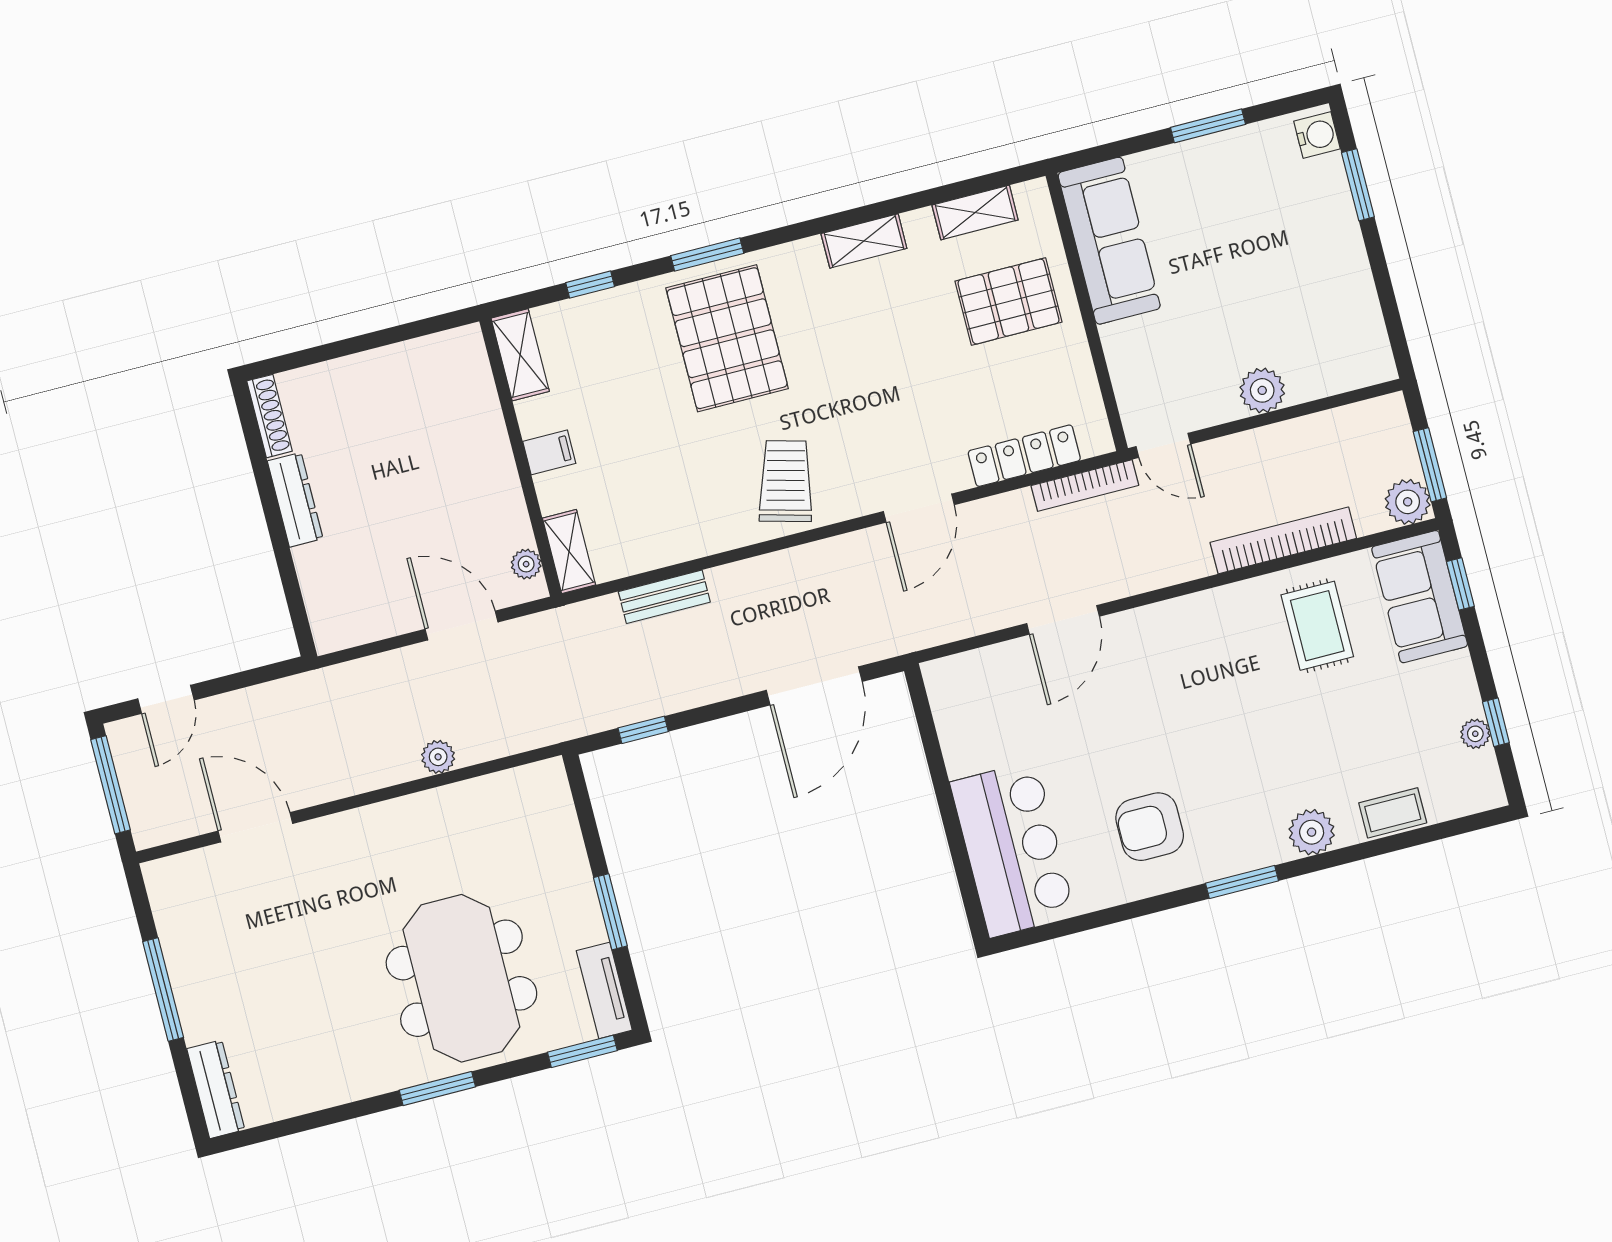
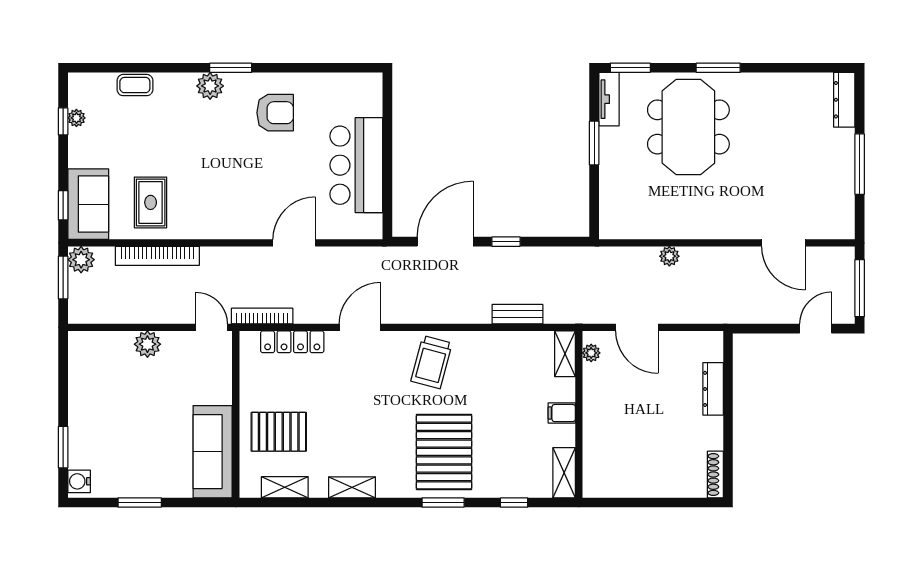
dresser: (295, 500) -> (713, 389), moved
window: (643, 730) -> (506, 242), moved
plant: (1312, 832) -> (210, 86), moved
bar counter: (1013, 849) -> (356, 165), moved

